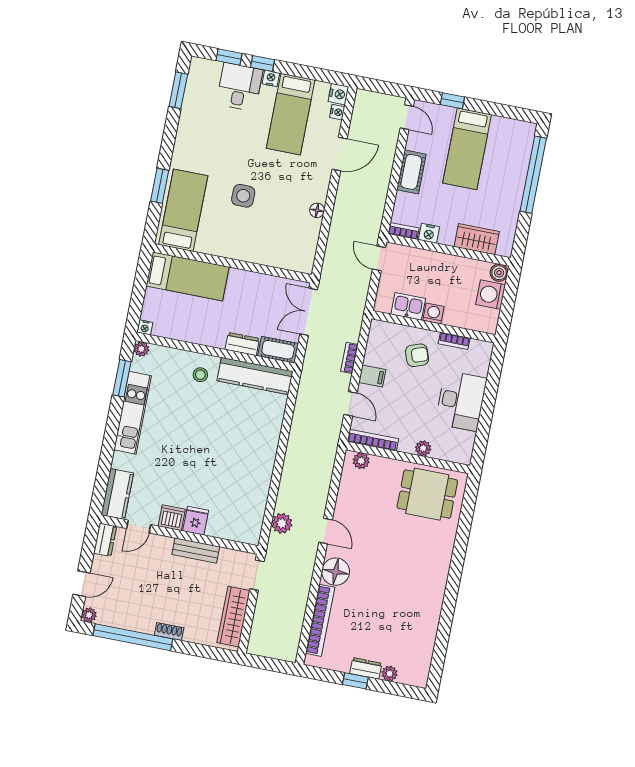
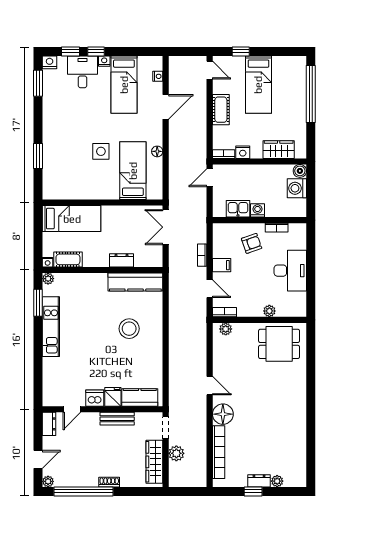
nightstand: (338, 94) -> (50, 62), moved, turned -90
bed: (183, 210) -> (133, 171), moved
door: (379, 258) -> (210, 178), hinge flipped
cot: (278, 350) -> (68, 259), moved
stool: (200, 375) -> (129, 329), moved, width x1.89, depth x1.89
bookcase: (373, 440) -> (225, 312), width x0.64
kitchen counter: (117, 494) -> (140, 397), moved, turned -90
plant: (282, 523) -> (176, 453), moved

